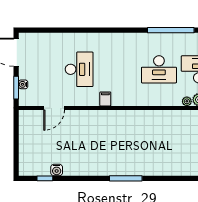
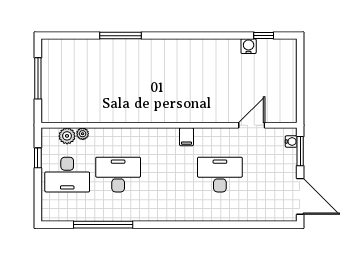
desk: (79, 69) -> (220, 175), turned 90
water cooler: (23, 84) -> (291, 141), moved
window: (126, 178) -> (121, 36), moved

